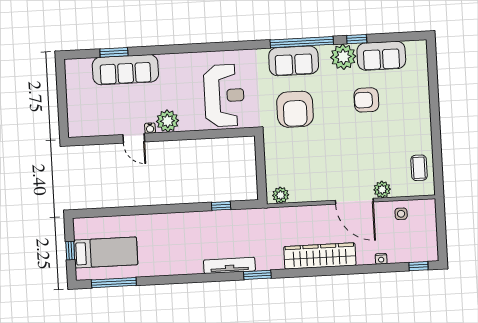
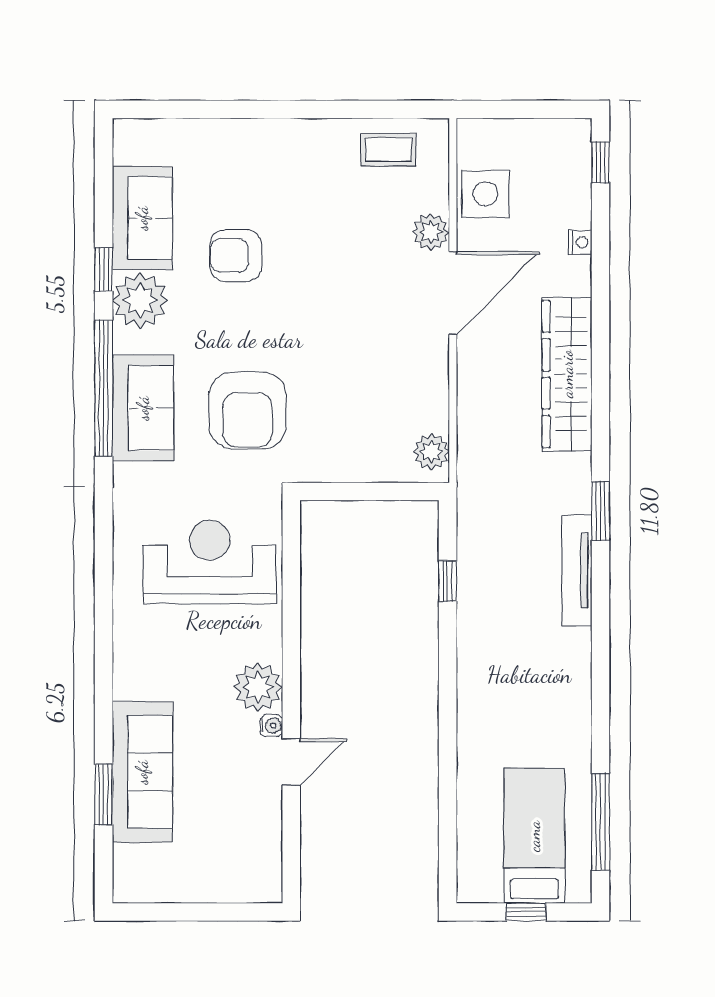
armchair: (366, 100) -> (236, 255), turned 90
armchair: (295, 109) -> (247, 410), turned 90
side table: (401, 214) -> (485, 194), width x1.87, depth x1.87

